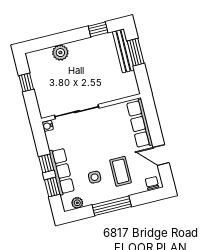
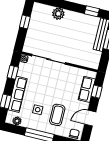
window: (152, 120) -> (97, 92), added
row of seats: (140, 124) -> (87, 89), width x0.68
door: (161, 155) -> (90, 118), hinge flipped
window: (46, 163) -> (13, 72), moved

